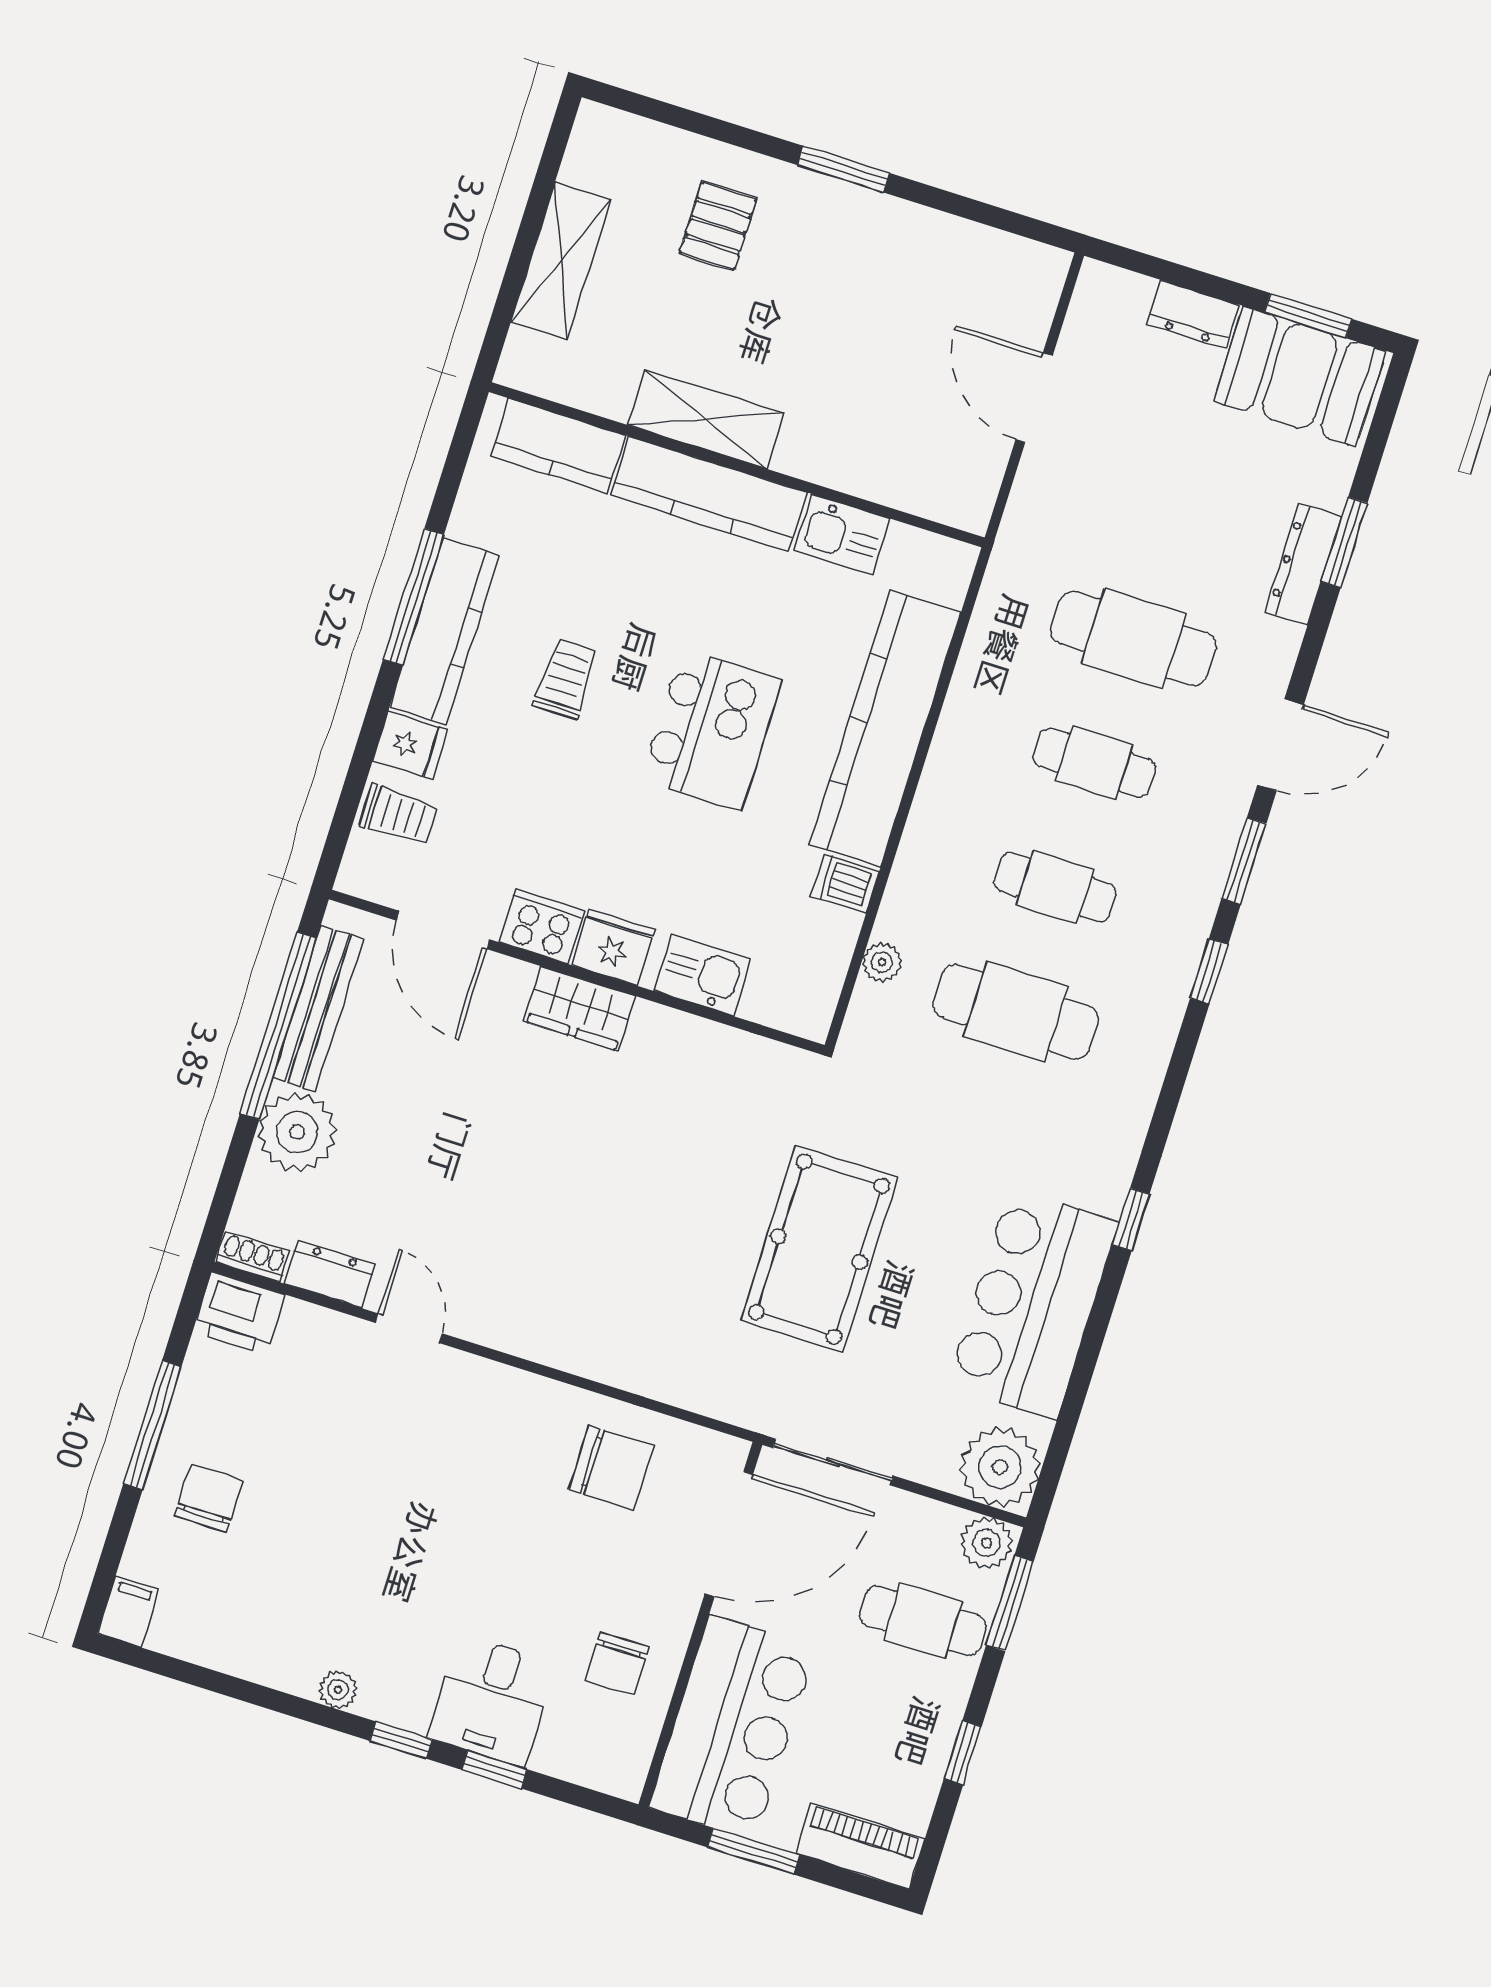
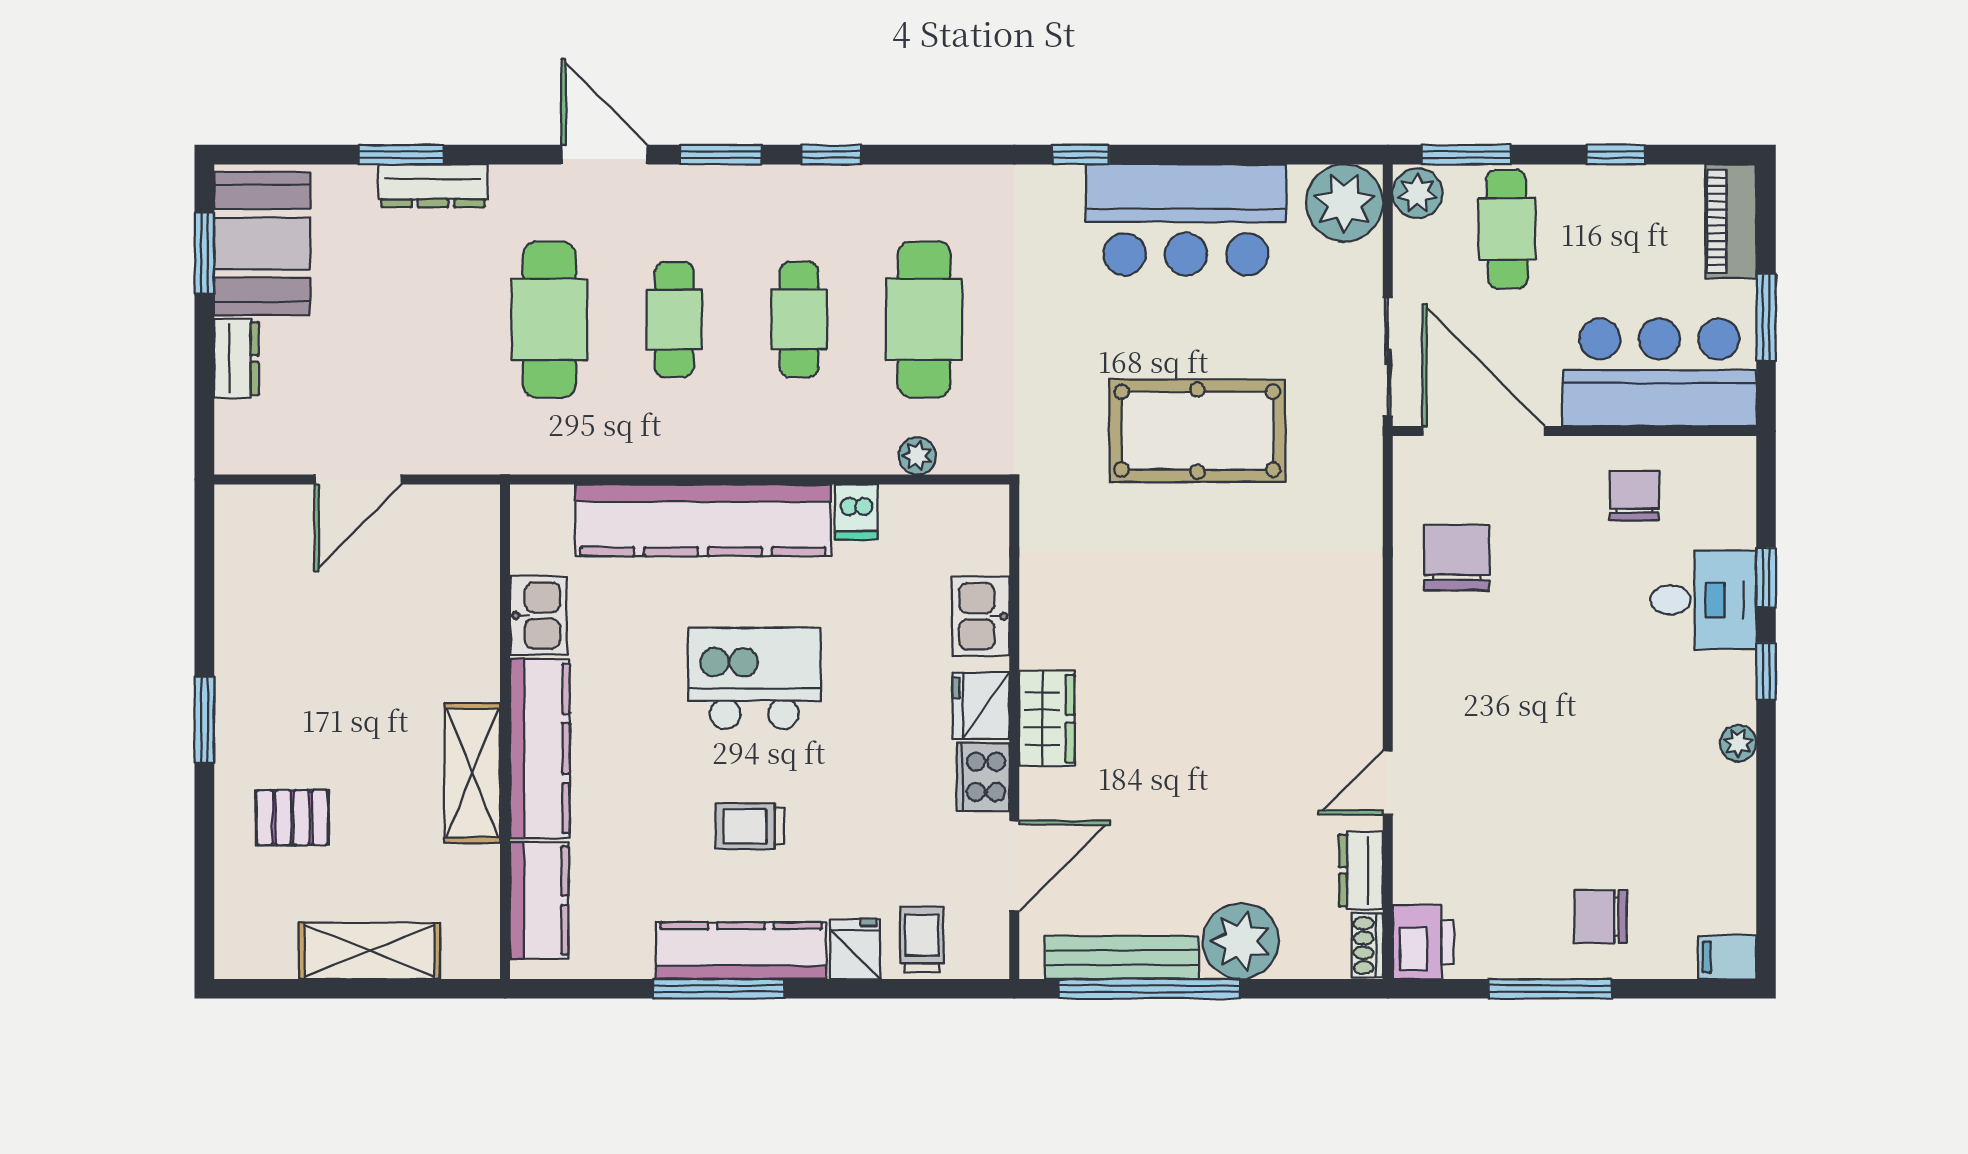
chair: (617, 1664) -> (1634, 496), turned -90

